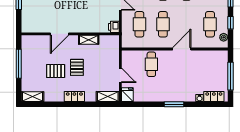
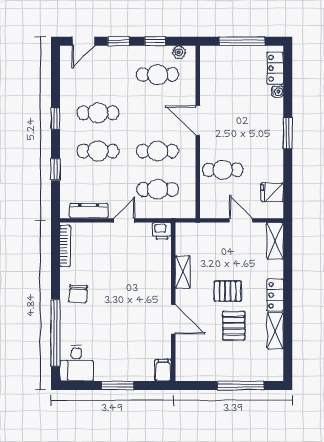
filing cabinet: (28, 28) -> (163, 370), added
window: (19, 64) -> (241, 386), moved
door: (120, 75) -> (241, 220), hinge flipped
fridge: (127, 95) -> (272, 192), moved
shelving: (33, 97) -> (275, 331), moved

